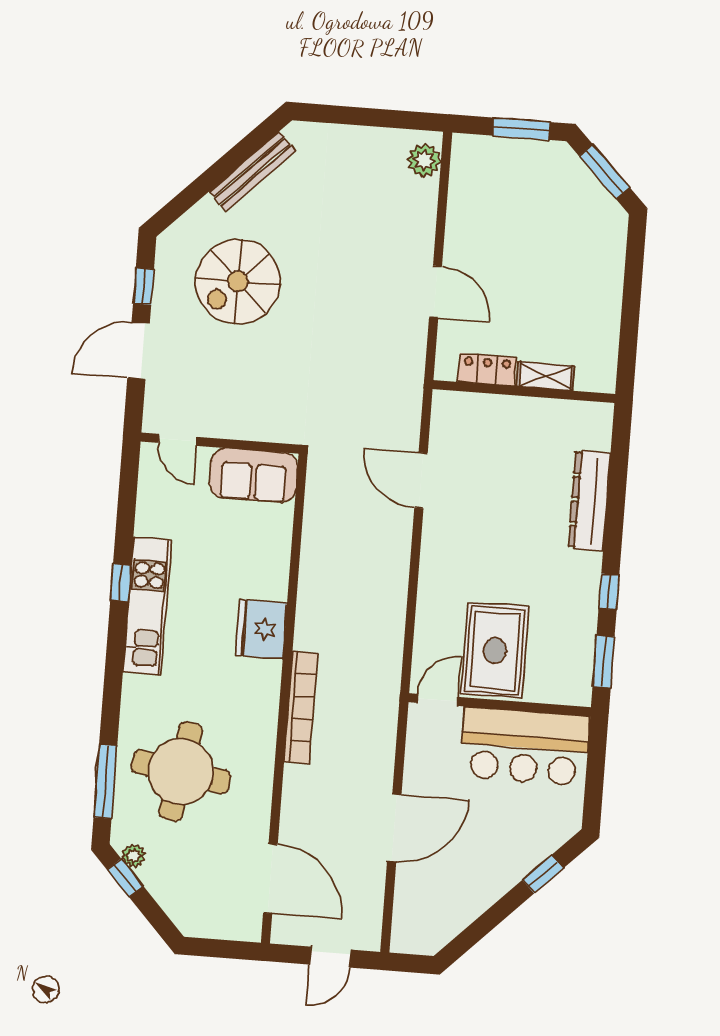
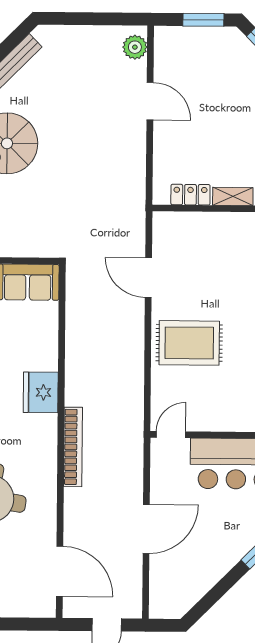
door: (436, 292) -> (150, 101), moved
rug: (495, 650) -> (189, 343), moved, turned 90

